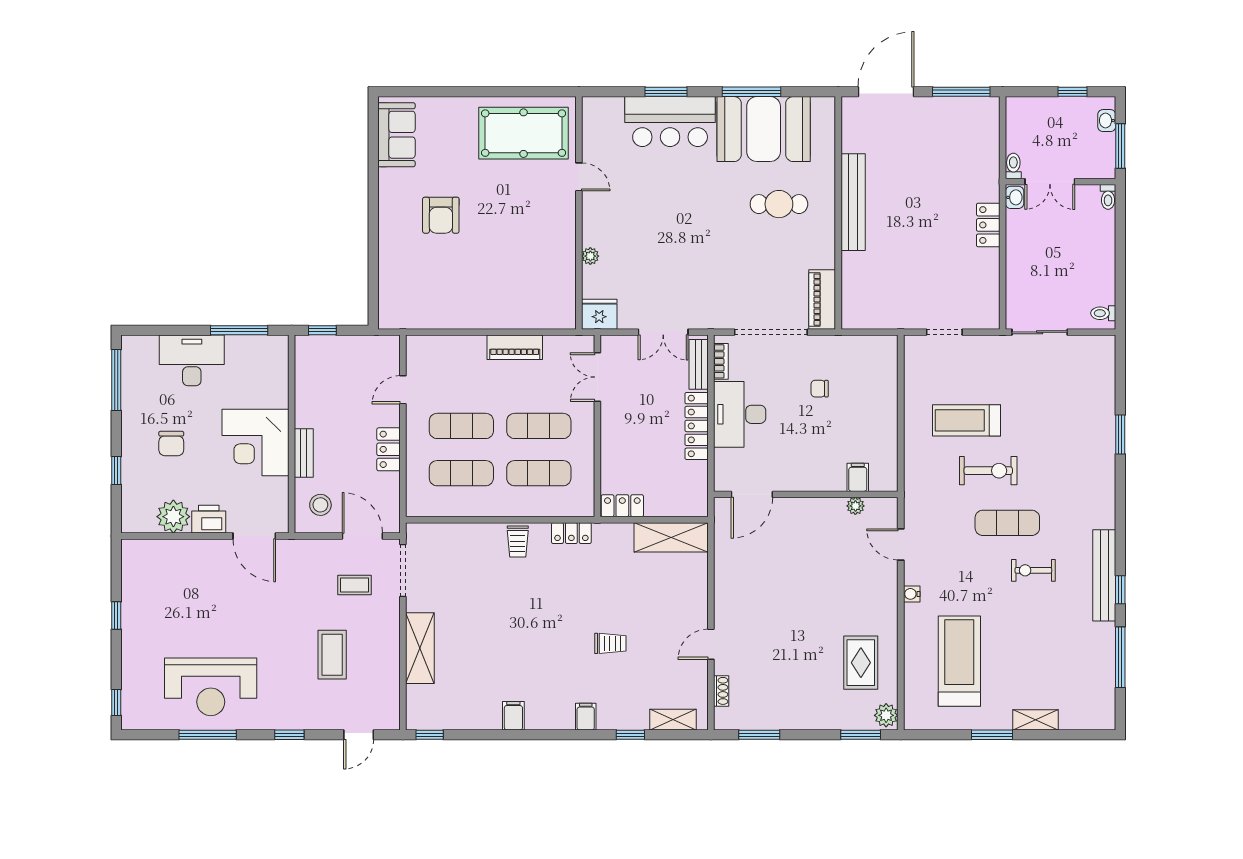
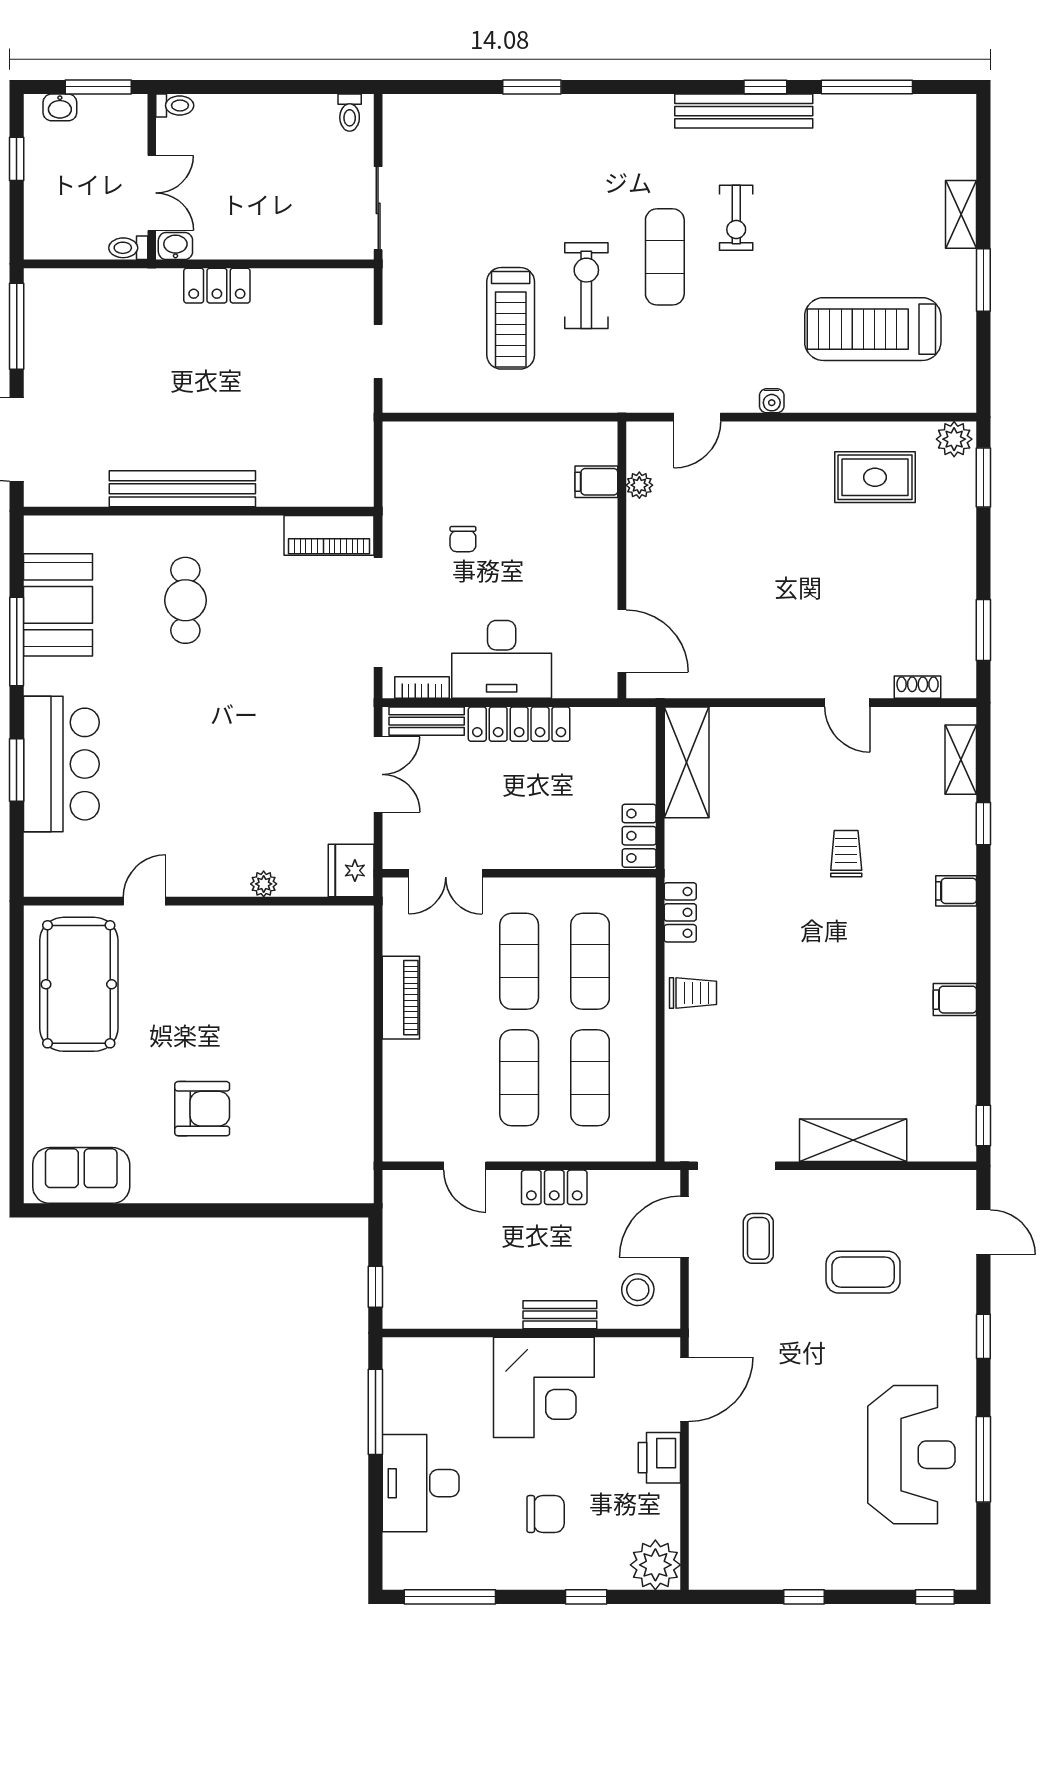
booth: (764, 129) -> (58, 605), width x0.73, depth x0.70
plant: (173, 517) -> (655, 1565), moved

